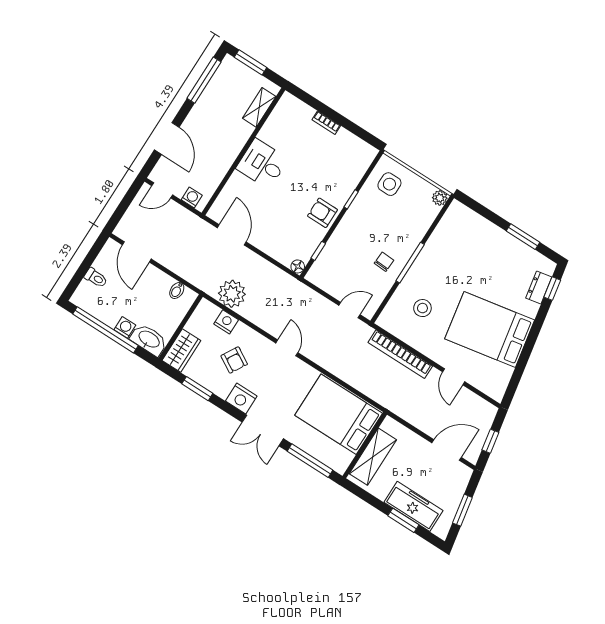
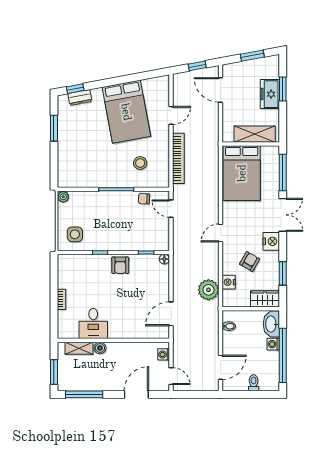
boiler: (245, 131) -> (100, 348), added
desk: (262, 164) -> (93, 324), moved
chair: (384, 262) -> (144, 199), moved
freezer: (413, 506) -> (270, 94), width x0.71

